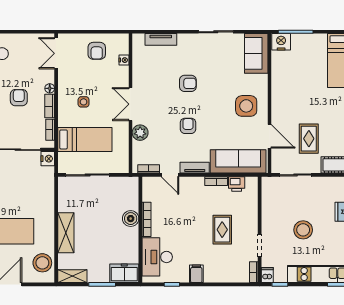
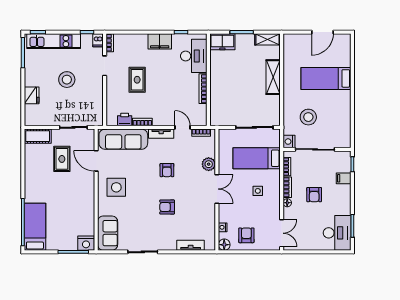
floor lamp: (122, 40) -> (224, 245), added
boiler: (131, 219) -> (217, 89), removed
stool: (42, 263) -> (308, 117), moved
filing cabinet: (196, 274) -> (160, 41), width x2.00

